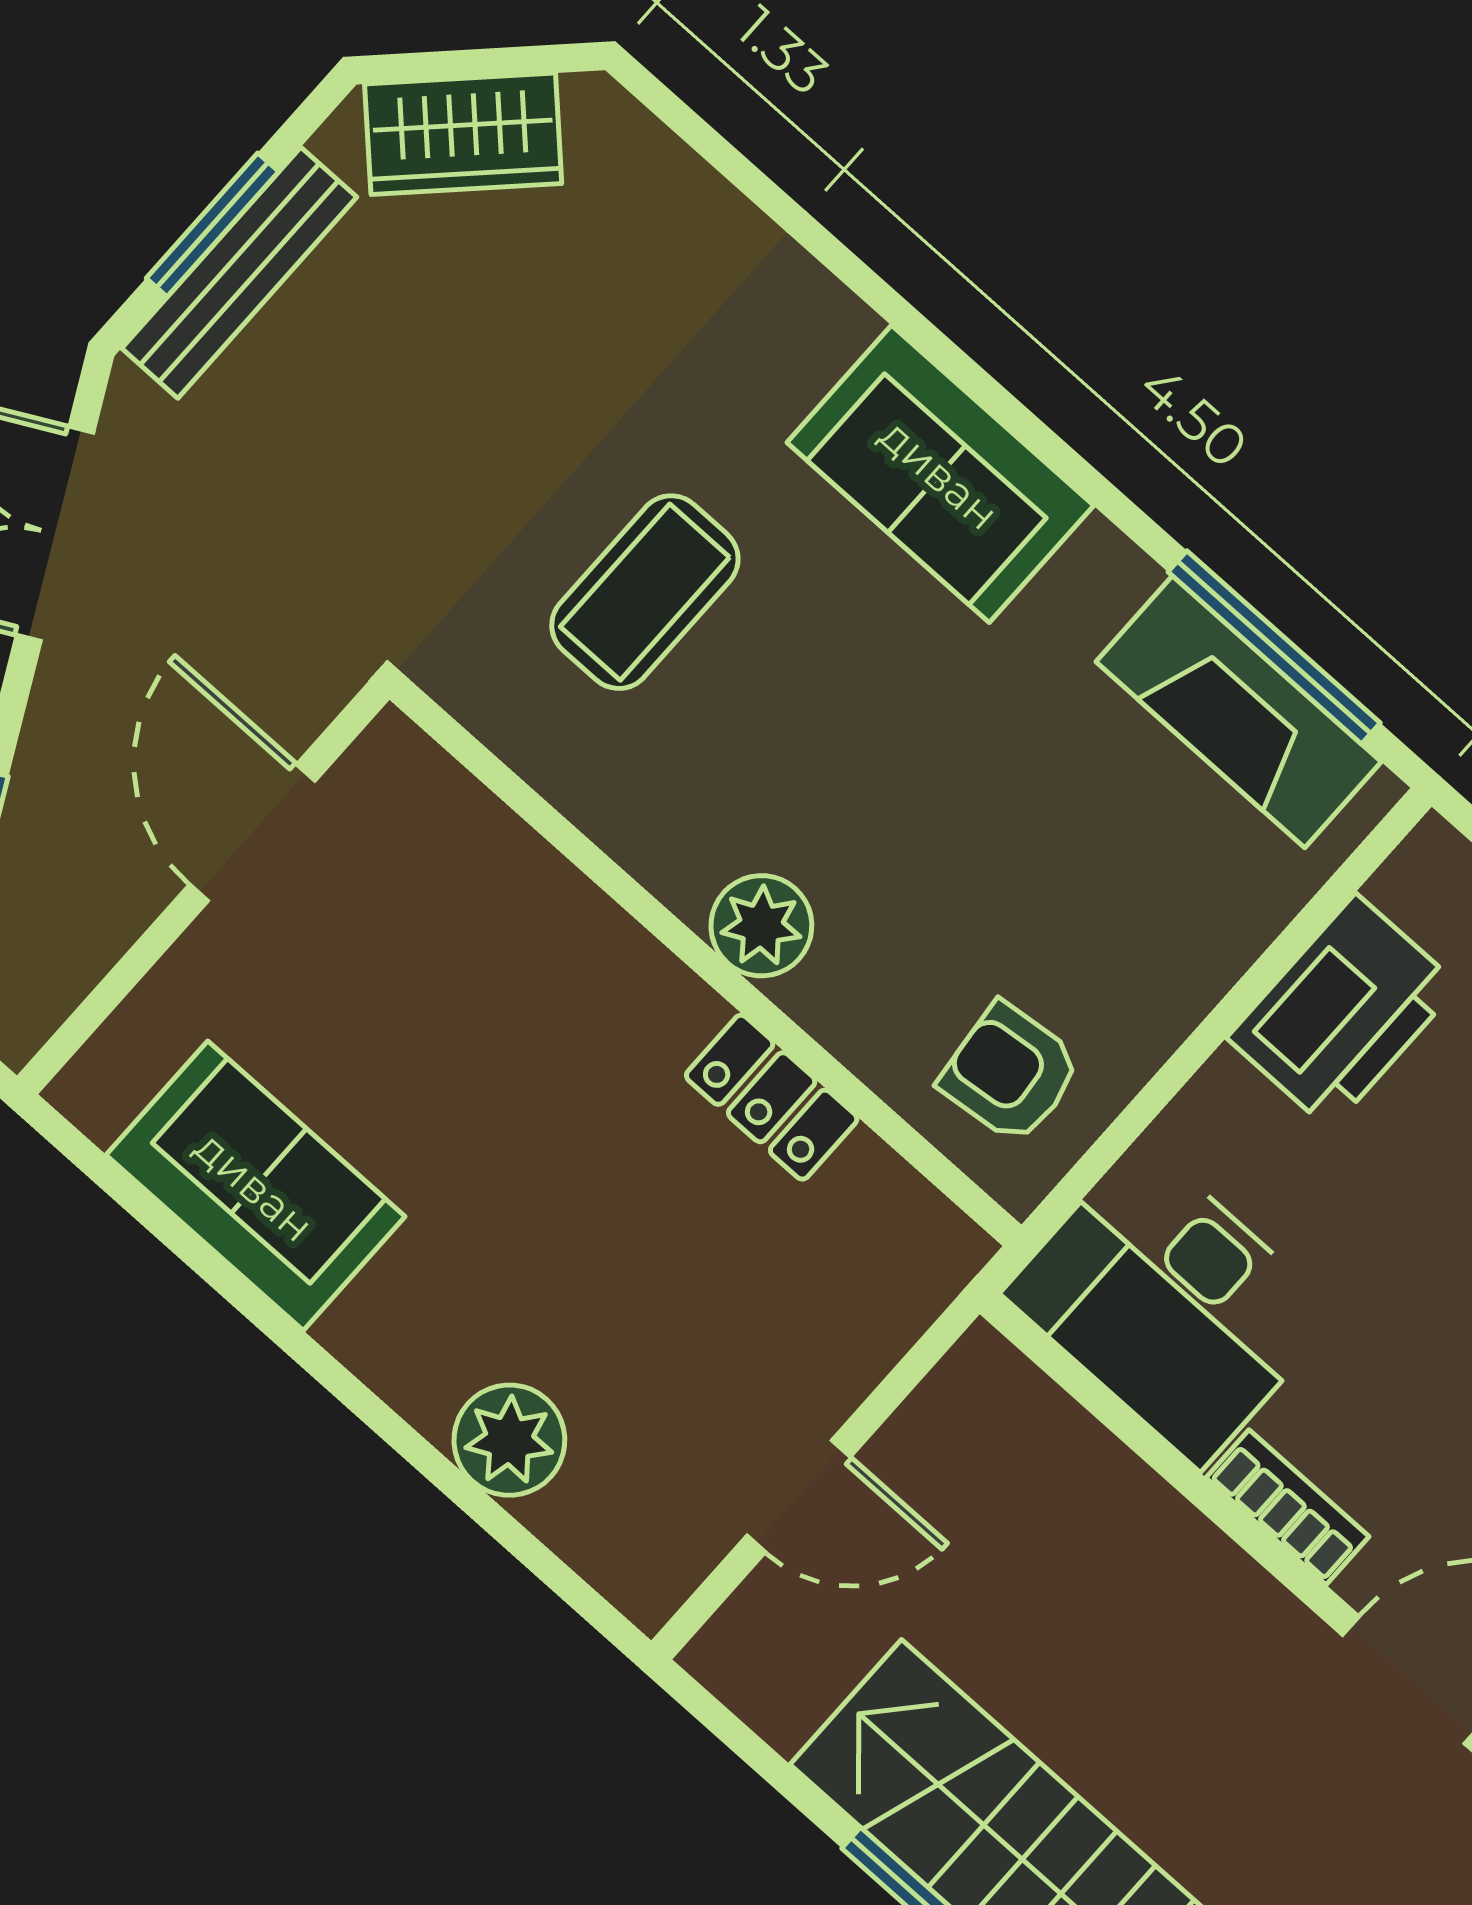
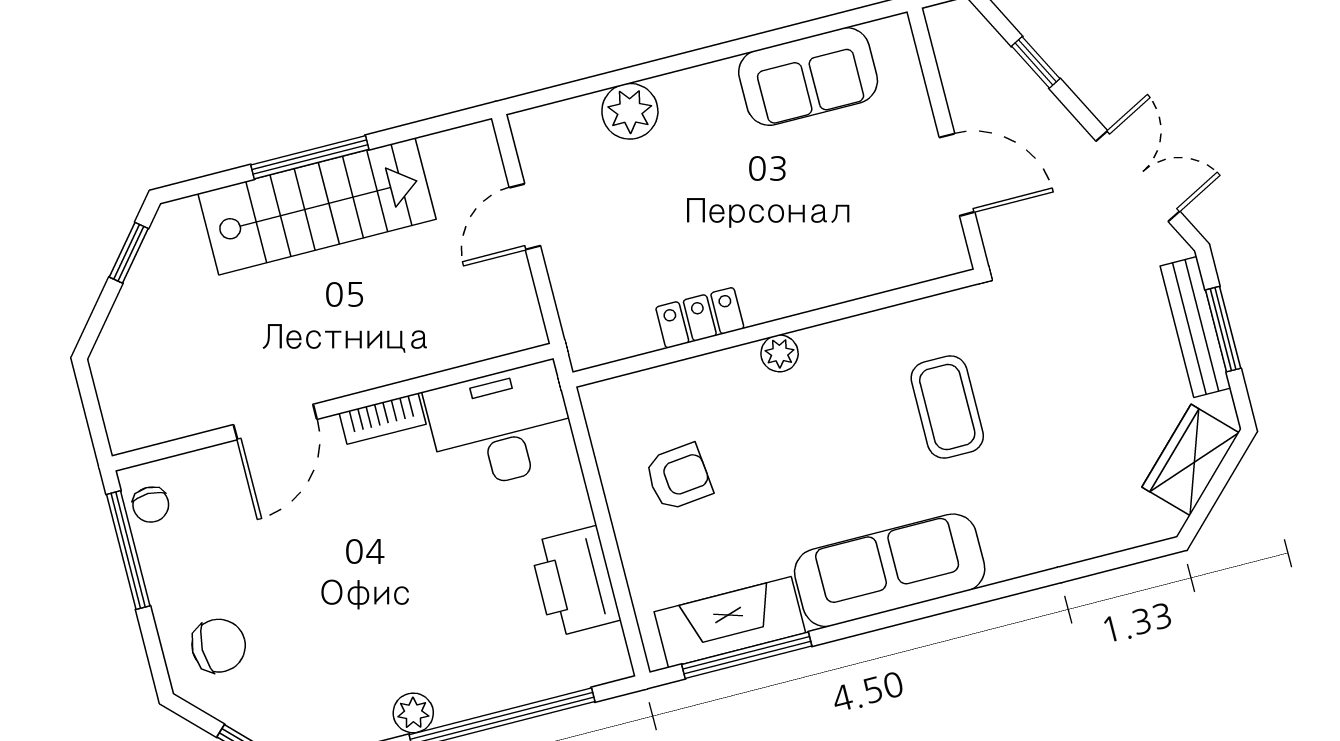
sofa: (940, 474) -> (890, 570), width x1.36
plant: (761, 926) -> (780, 353), width x0.73, depth x0.73
armchair: (1010, 1073) -> (679, 477), moved

